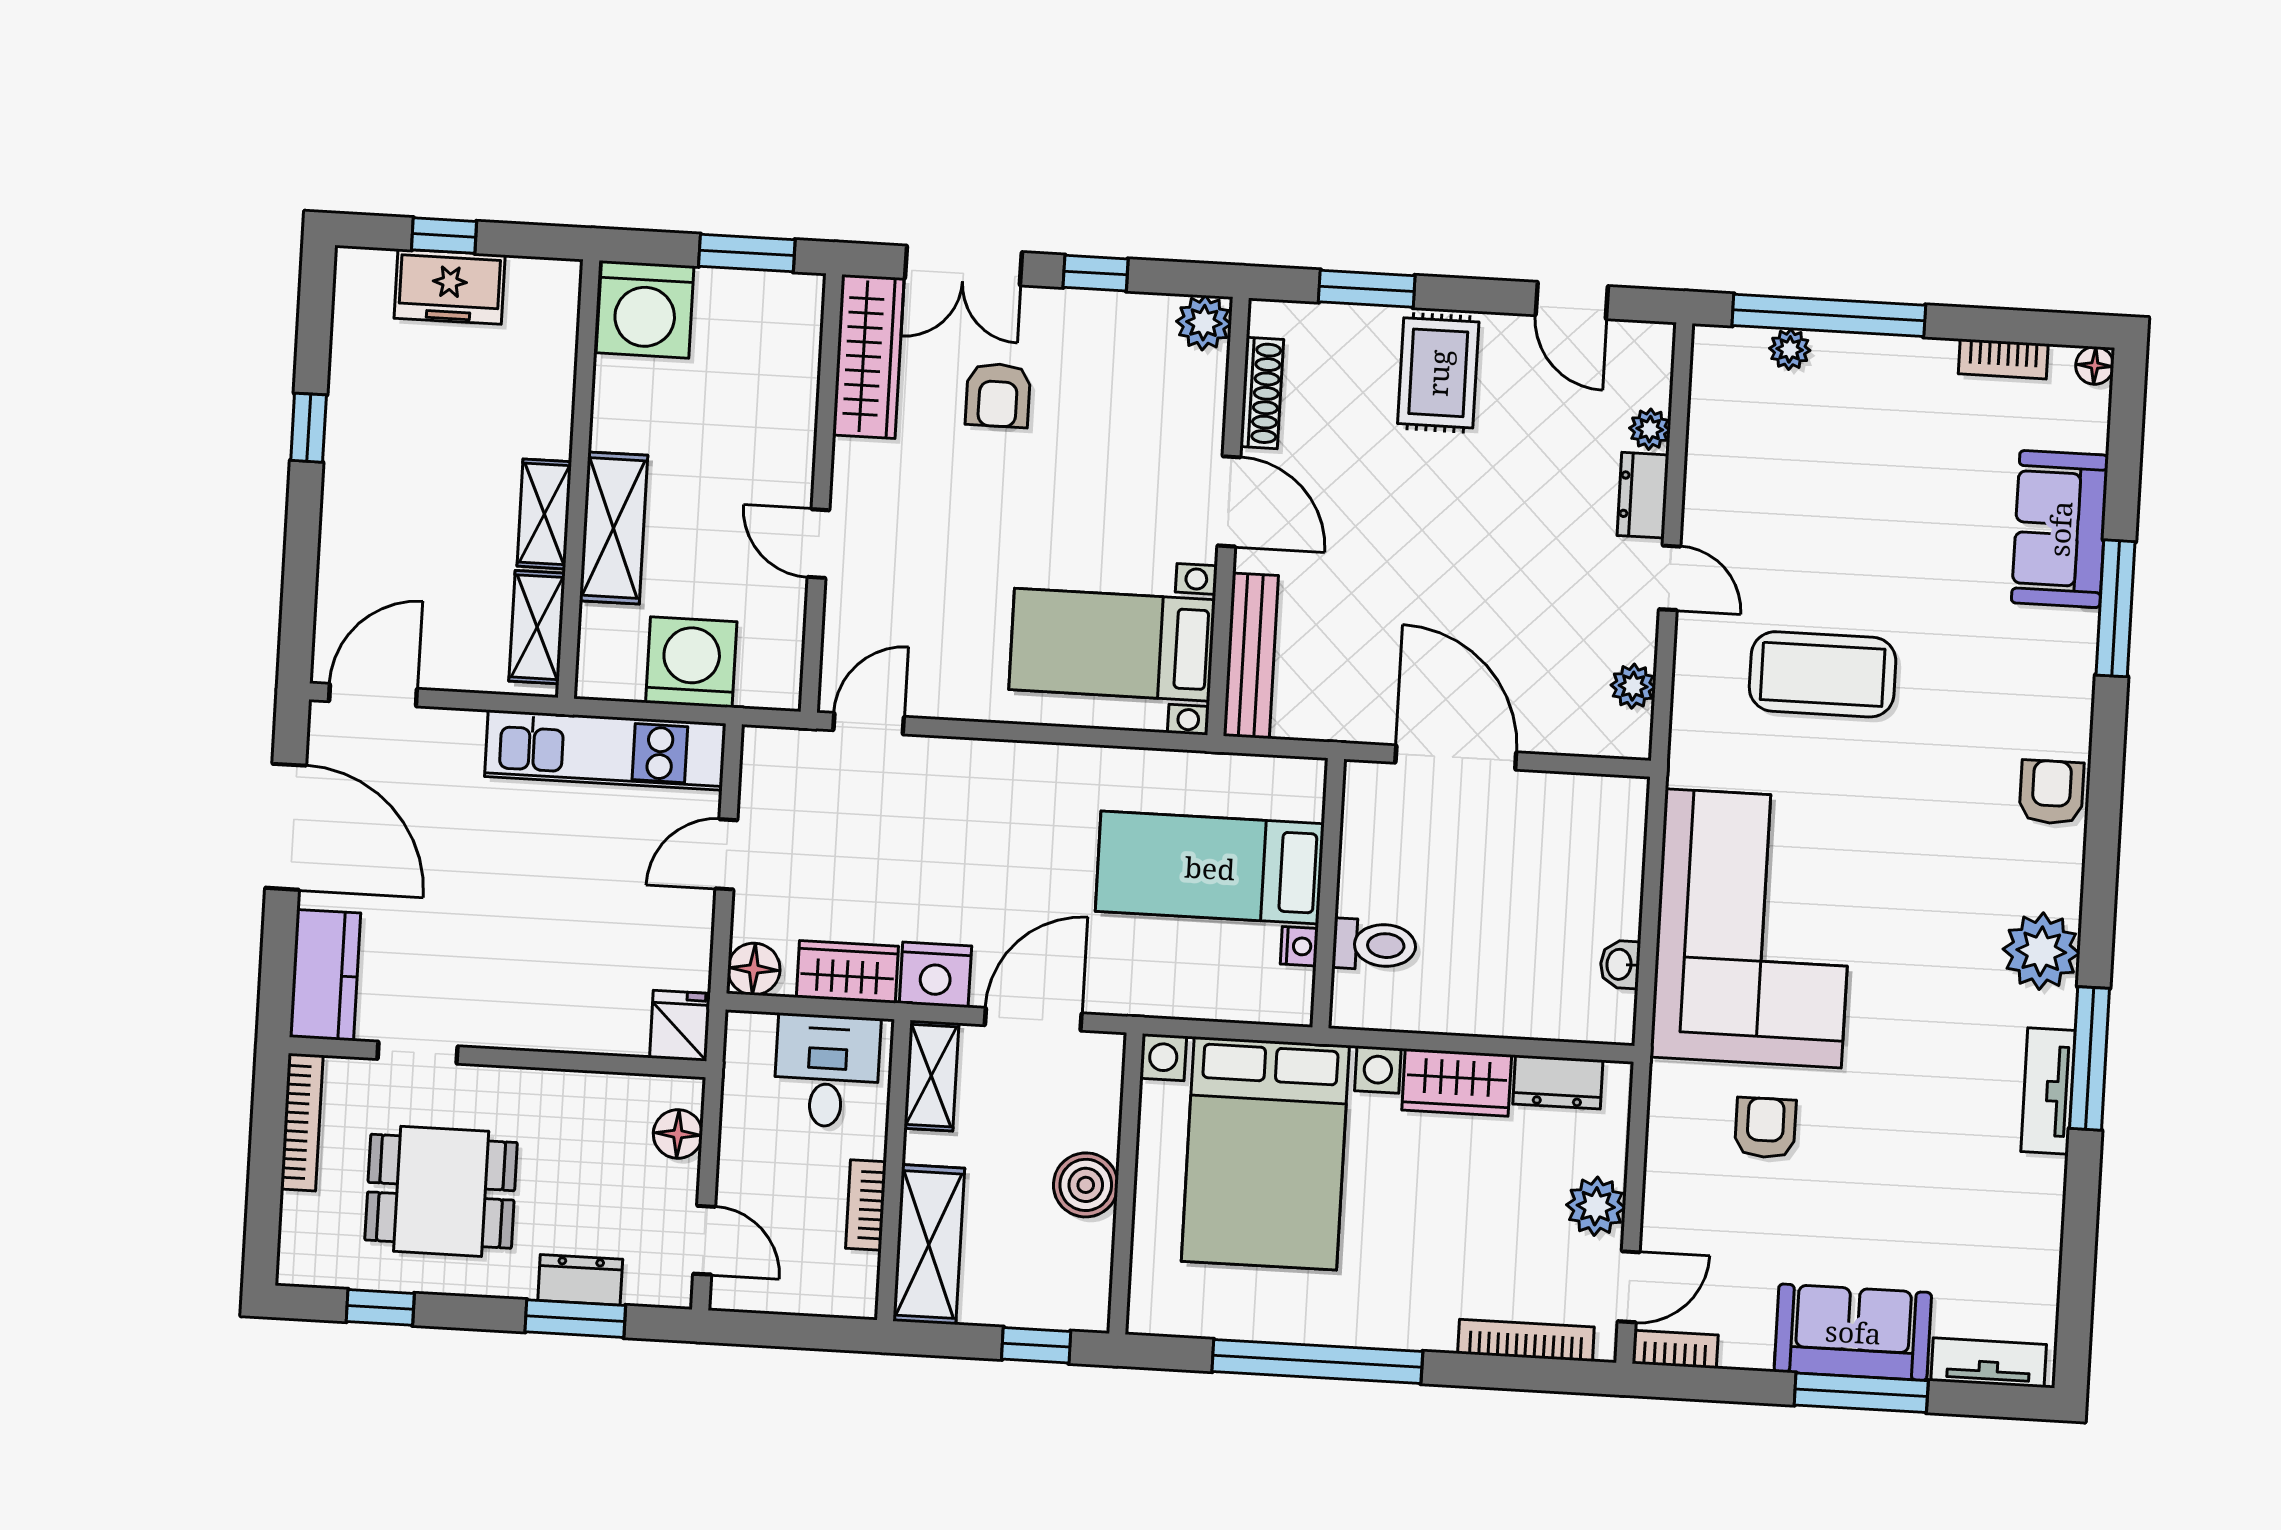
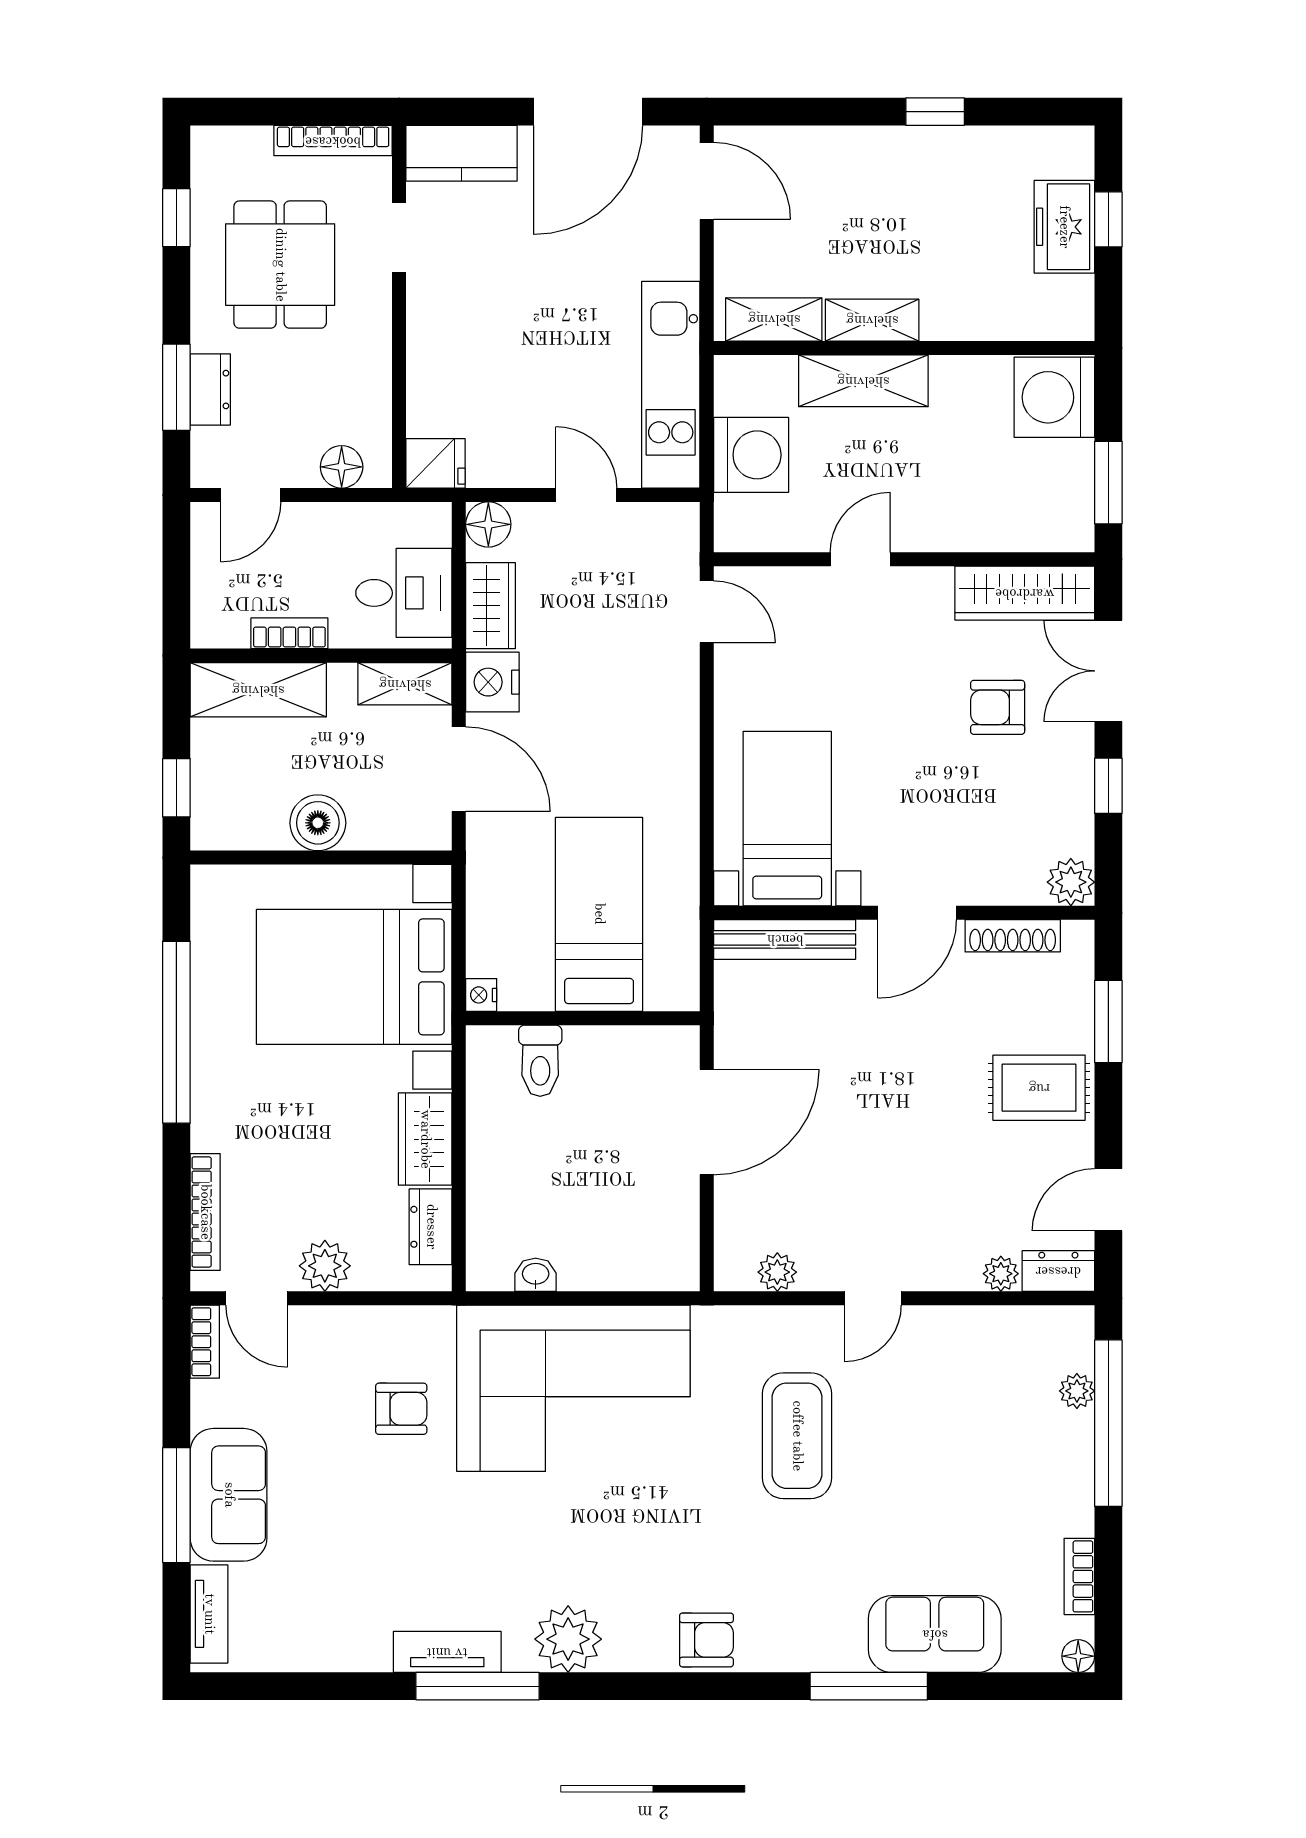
dresser: (1643, 495) -> (1058, 1271), moved
nightstand: (1299, 946) -> (481, 995), moved, turned 90

